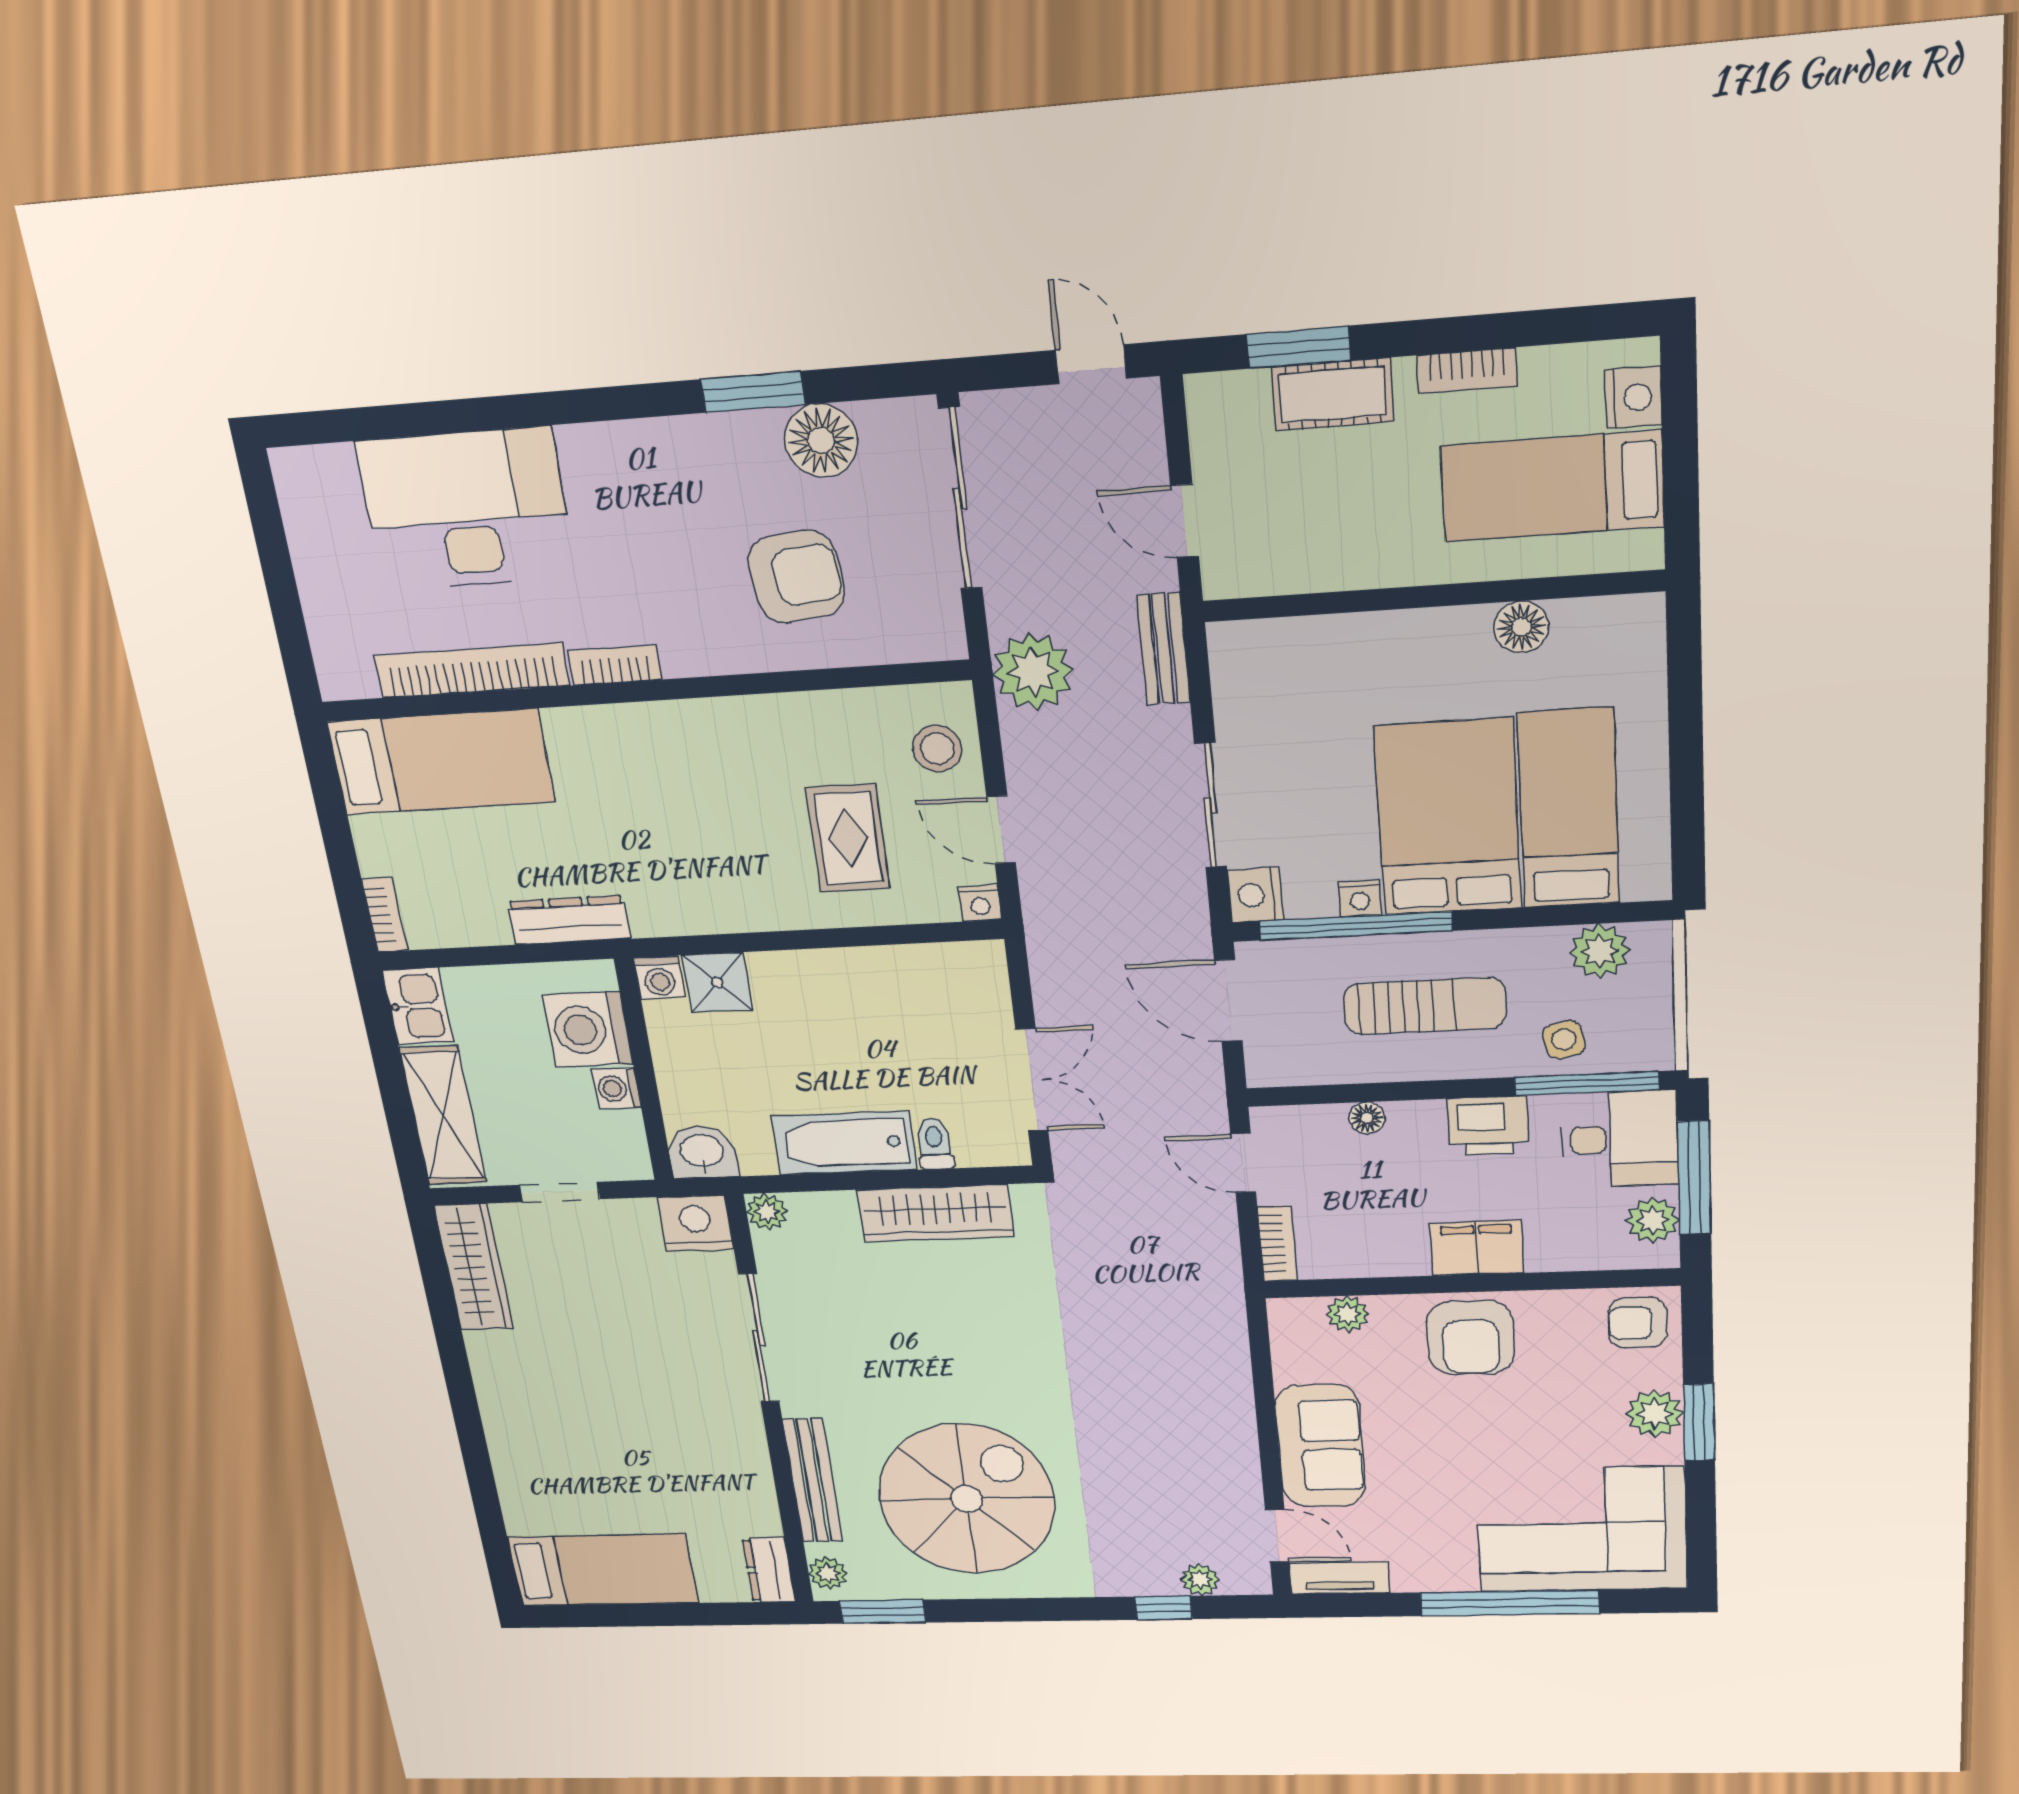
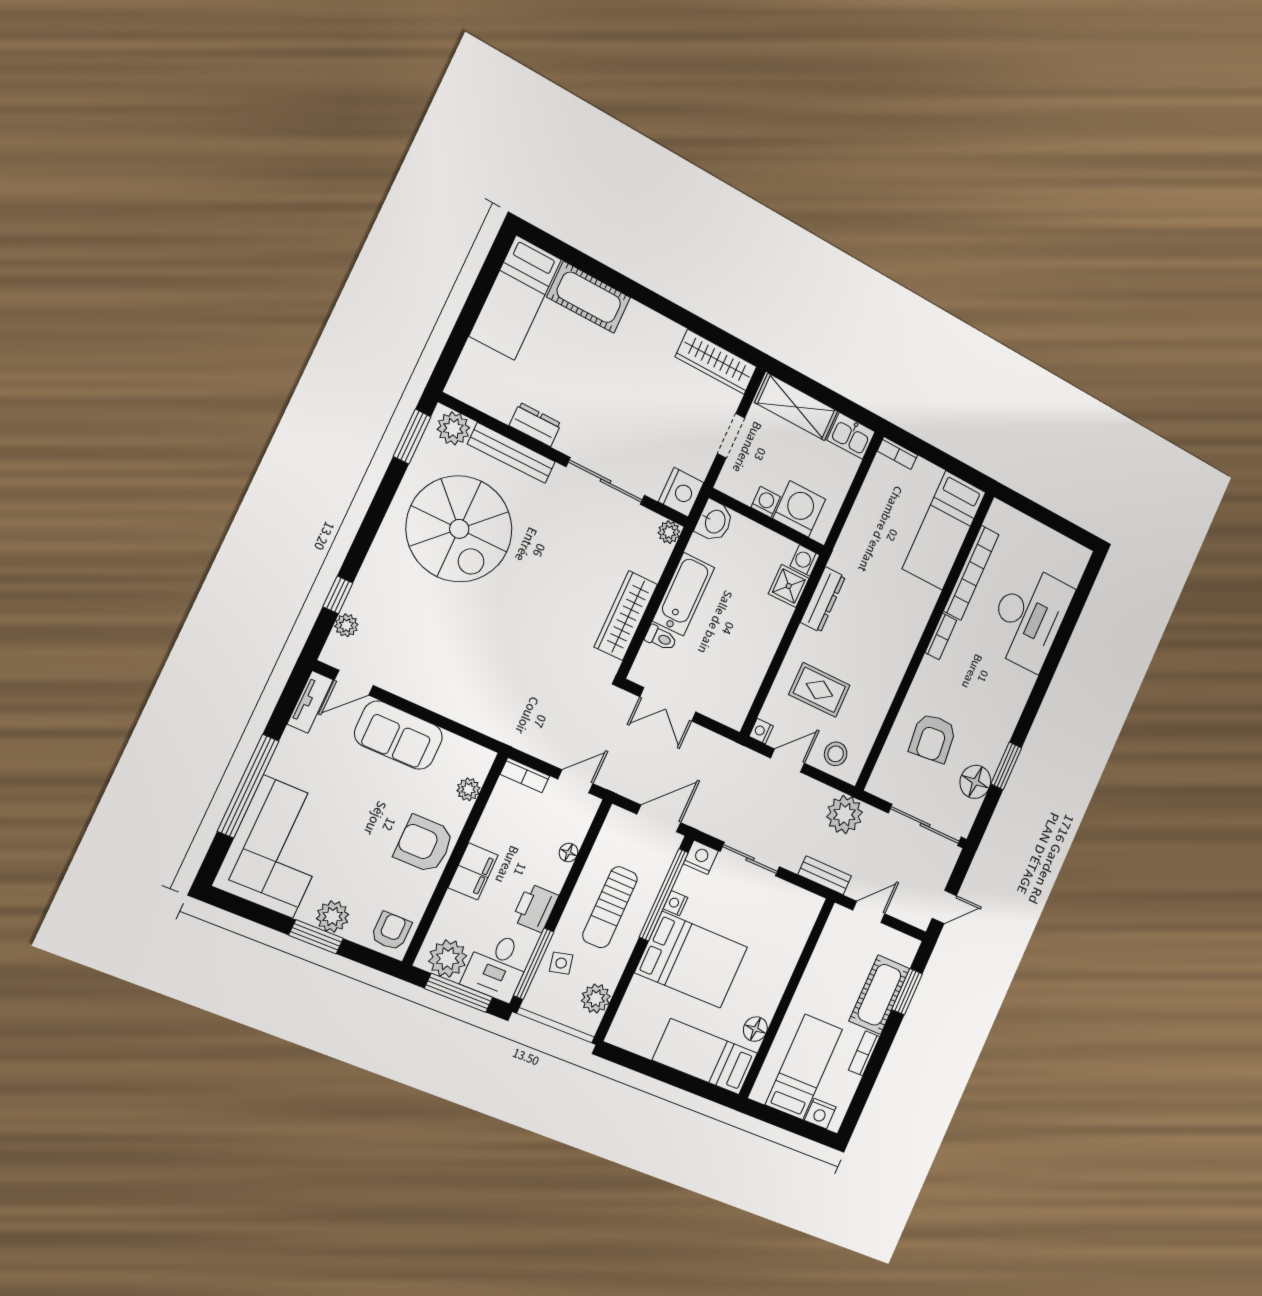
cot: (1333, 394) -> (879, 995), width x1.37, depth x1.34
bed: (1569, 809) -> (705, 1057), moved, turned 180
dresser: (569, 920) -> (823, 600), moved
plant: (1653, 1220) -> (448, 959), width x1.36, depth x1.36
cot: (527, 1480) -> (589, 297), added
dresser: (769, 1570) -> (535, 425), moved
plant: (828, 1573) -> (453, 428), width x1.38, depth x1.38

